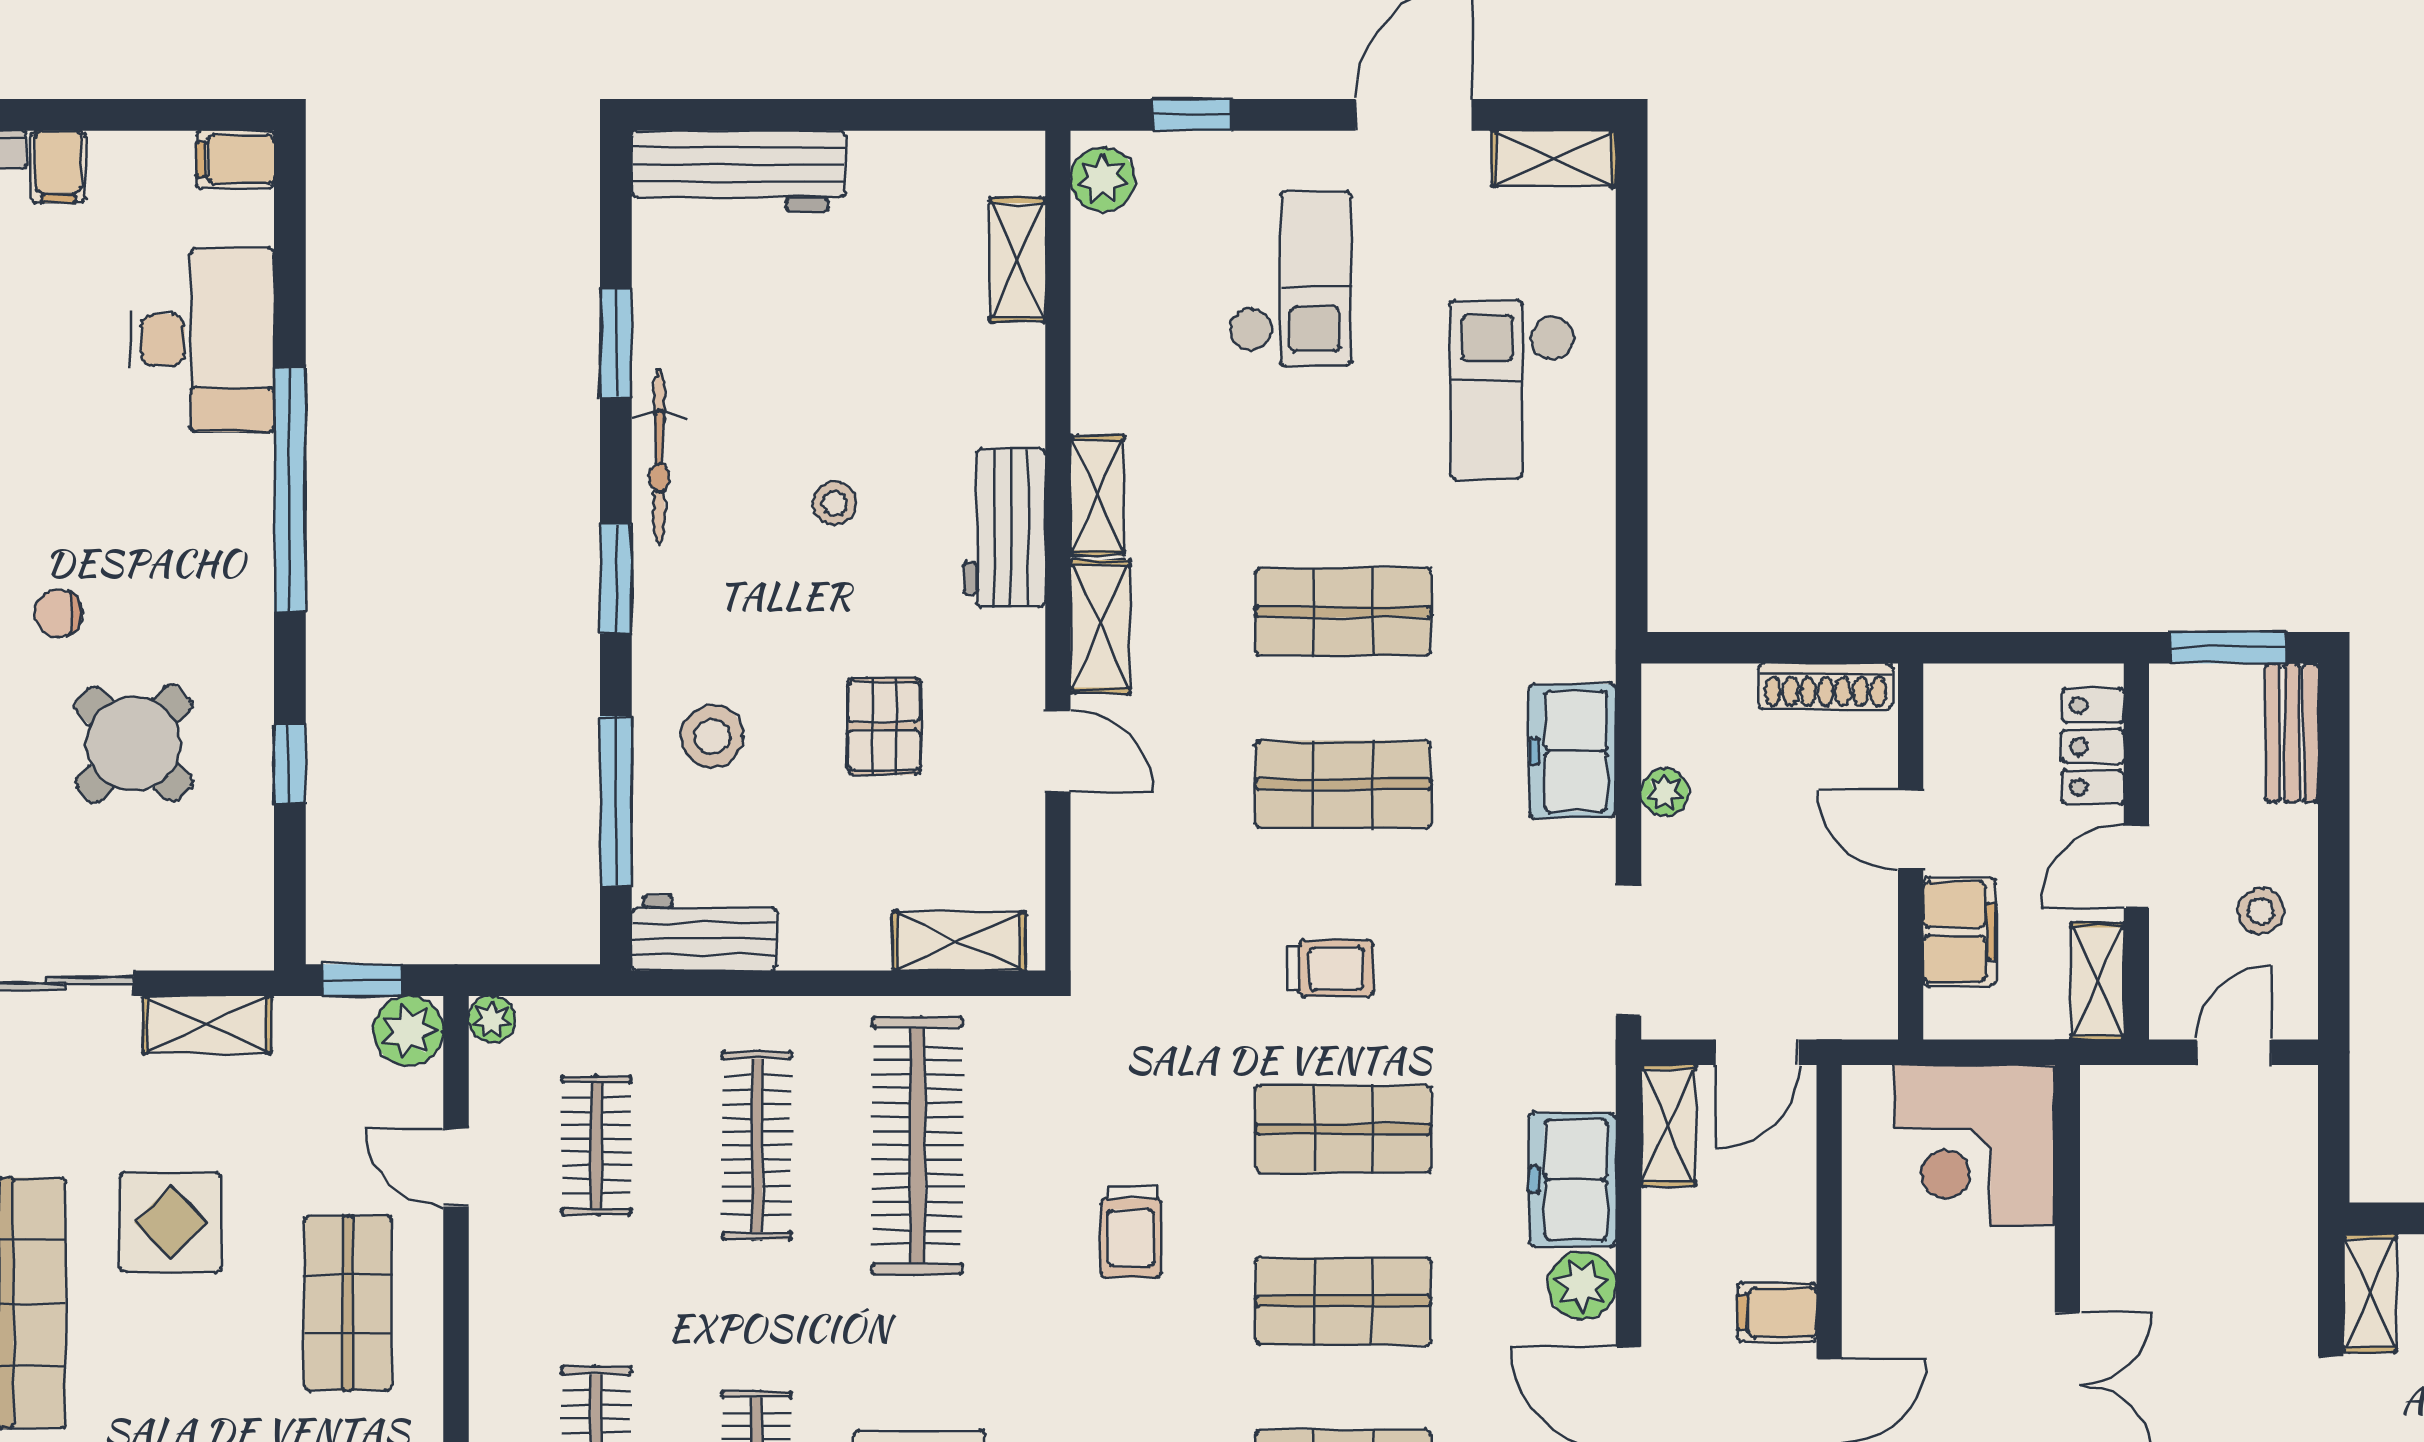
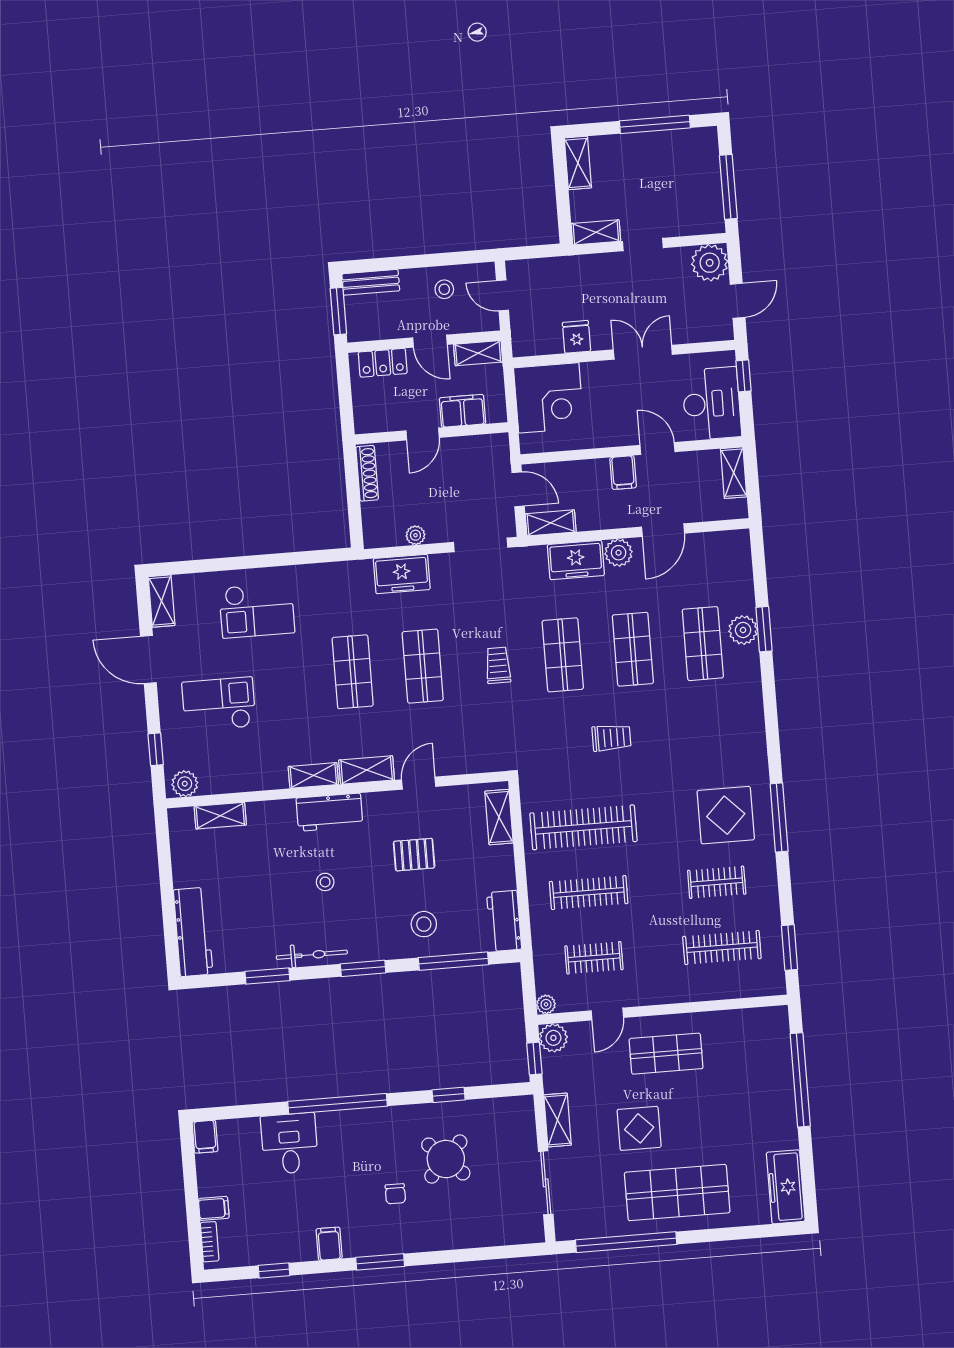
desk: (202, 340) -> (290, 1144), width x0.73
fridge: (2118, 1225) -> (576, 337), added

